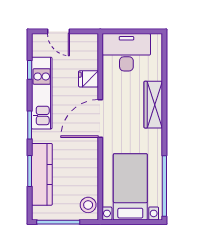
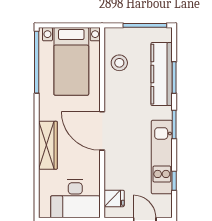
fridge: (88, 79) -> (114, 198), moved
door: (100, 119) -> (102, 131), swing flipped
stool: (88, 205) -> (119, 63), moved

